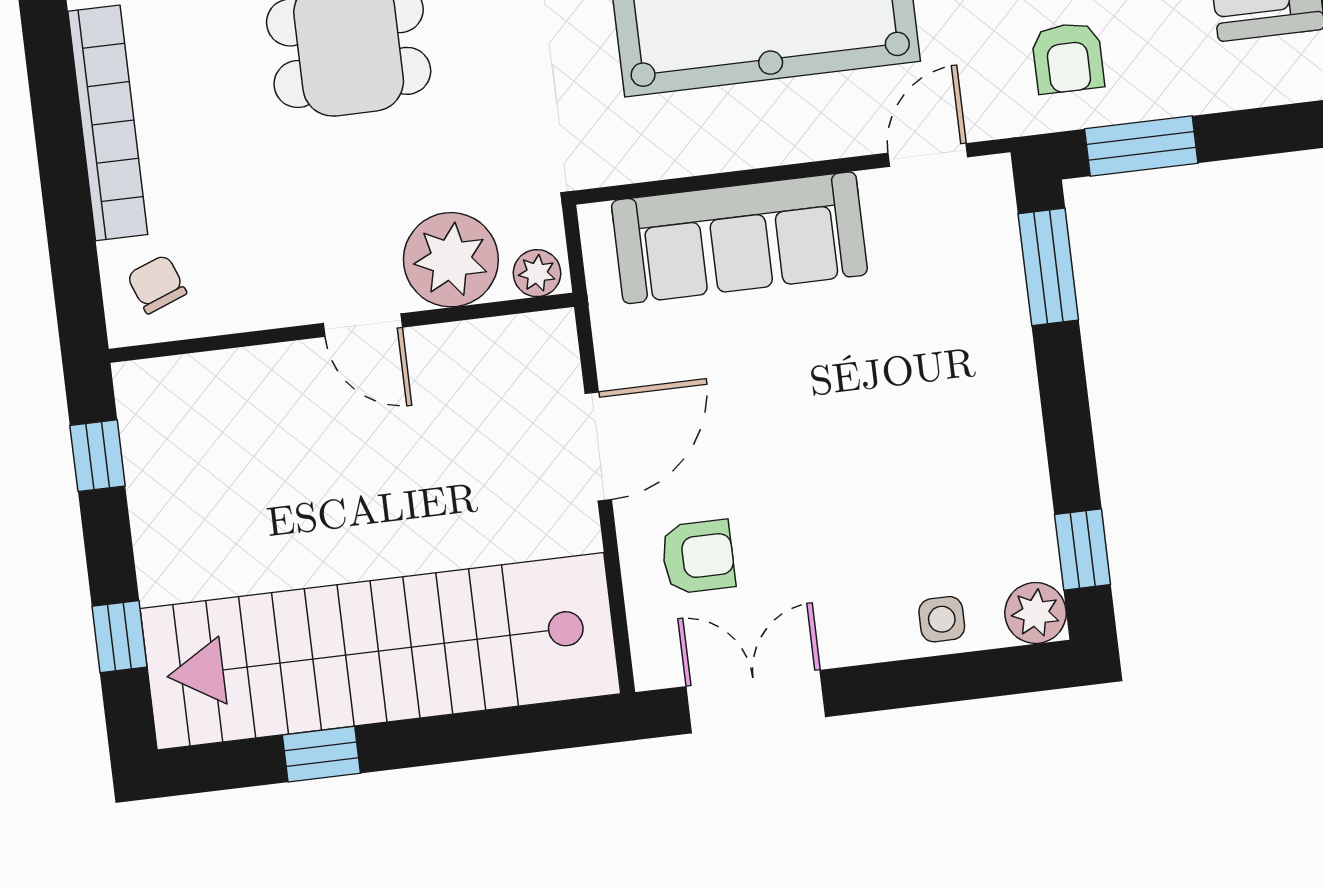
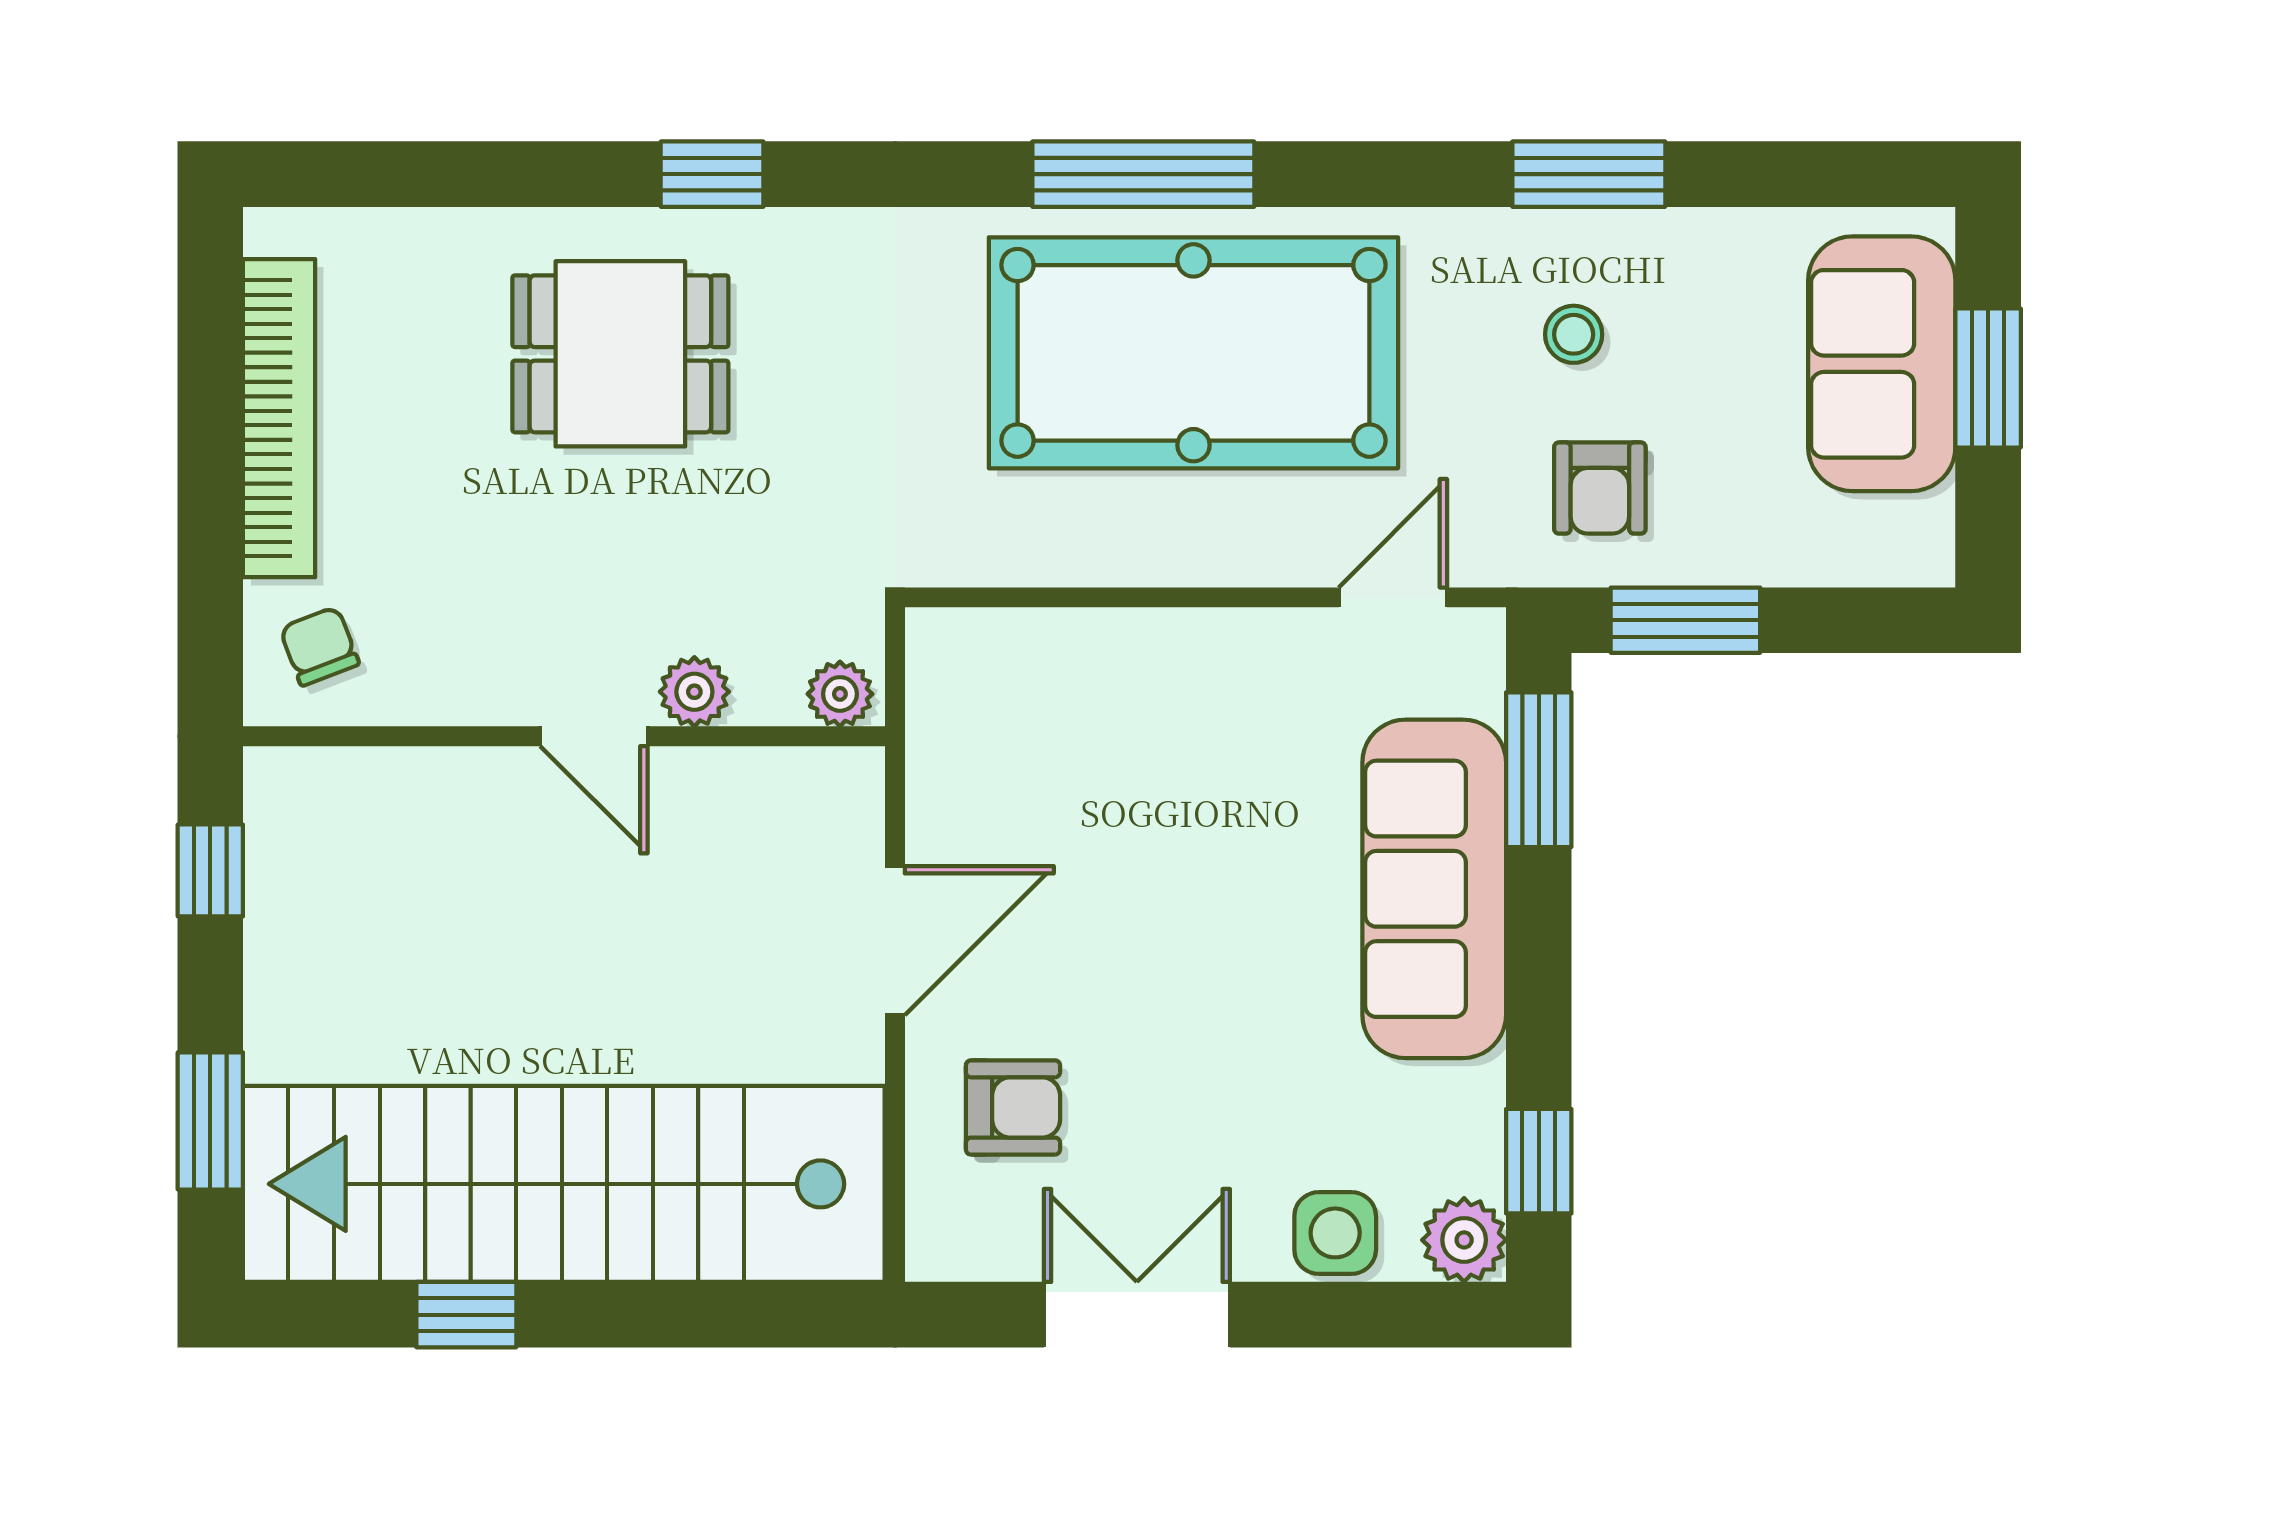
sofa: (739, 238) -> (1434, 889), moved, turned 90
plant: (451, 260) -> (694, 692), width x0.53, depth x0.53
side table: (942, 619) -> (1335, 1233), width x1.37, depth x1.37
window: (120, 637) -> (210, 1121), width x1.50
double door: (756, 702) -> (1137, 1315), moved

